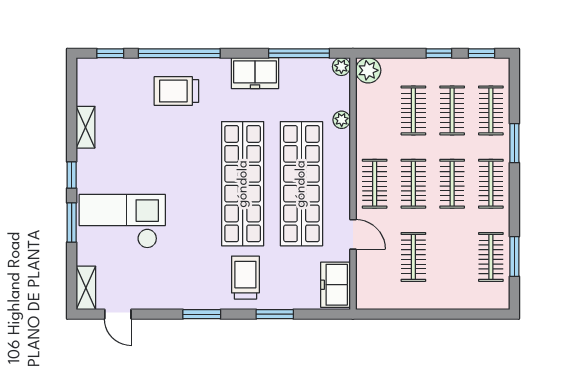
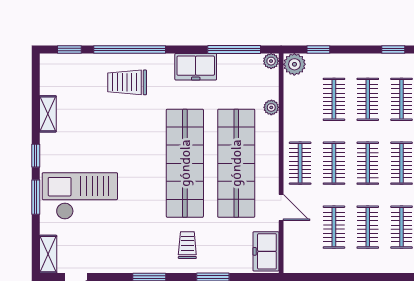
window: (439, 53) -> (318, 49), moved
clothes rail: (452, 257) -> (368, 227), added
trolley: (245, 278) -> (187, 245), width x0.73, depth x0.72

